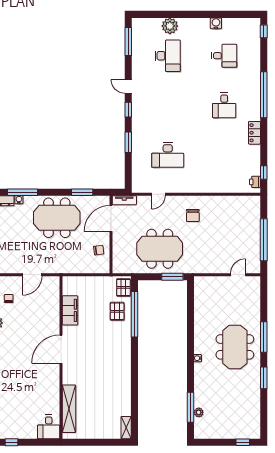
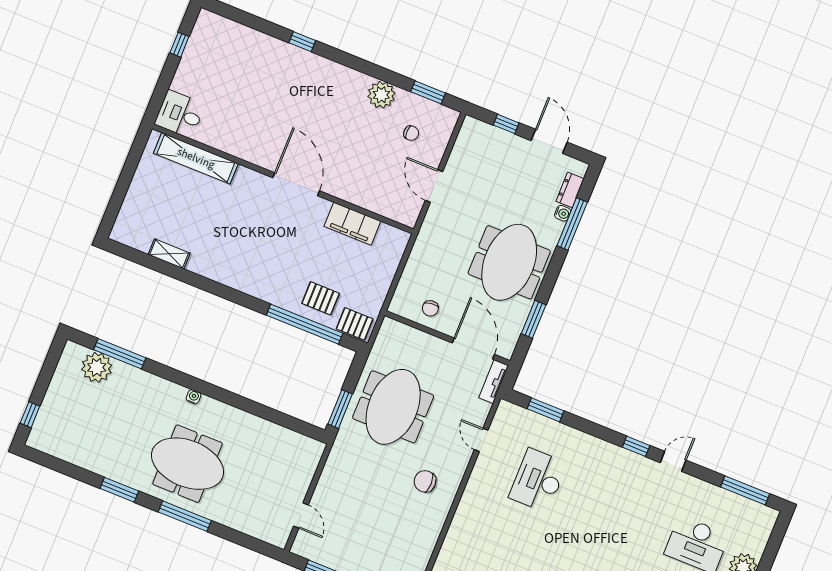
window: (128, 142) -> (546, 410), moved
plant: (199, 412) -> (97, 367), width x1.88, depth x1.88
shelving: (126, 428) -> (169, 254), moved

